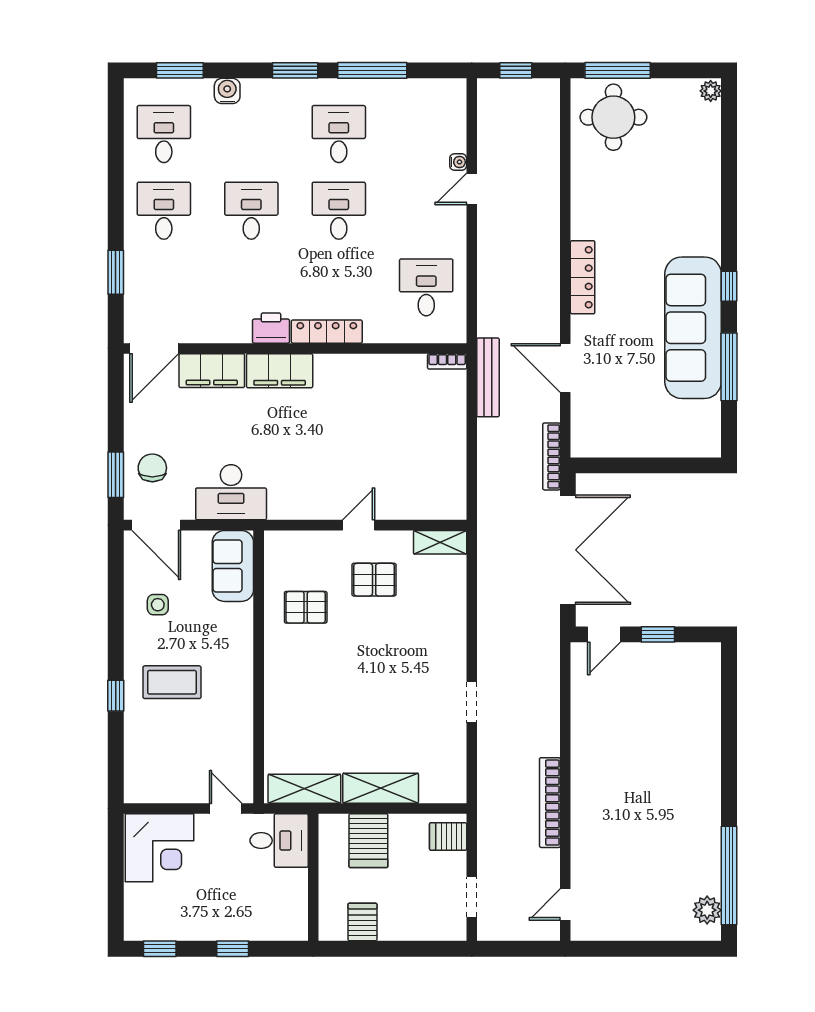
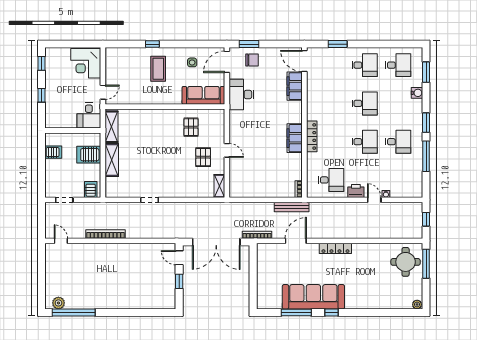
printer: (271, 328) -> (356, 191), moved, turned -90
filing cabinet: (280, 371) -> (295, 138), moved
sofa: (233, 566) -> (203, 95), width x1.36

